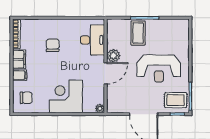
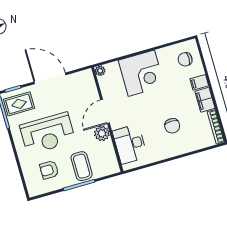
armchair: (166, 38) -> (49, 170), added
reception desk: (159, 69) -> (48, 133), turned 180

